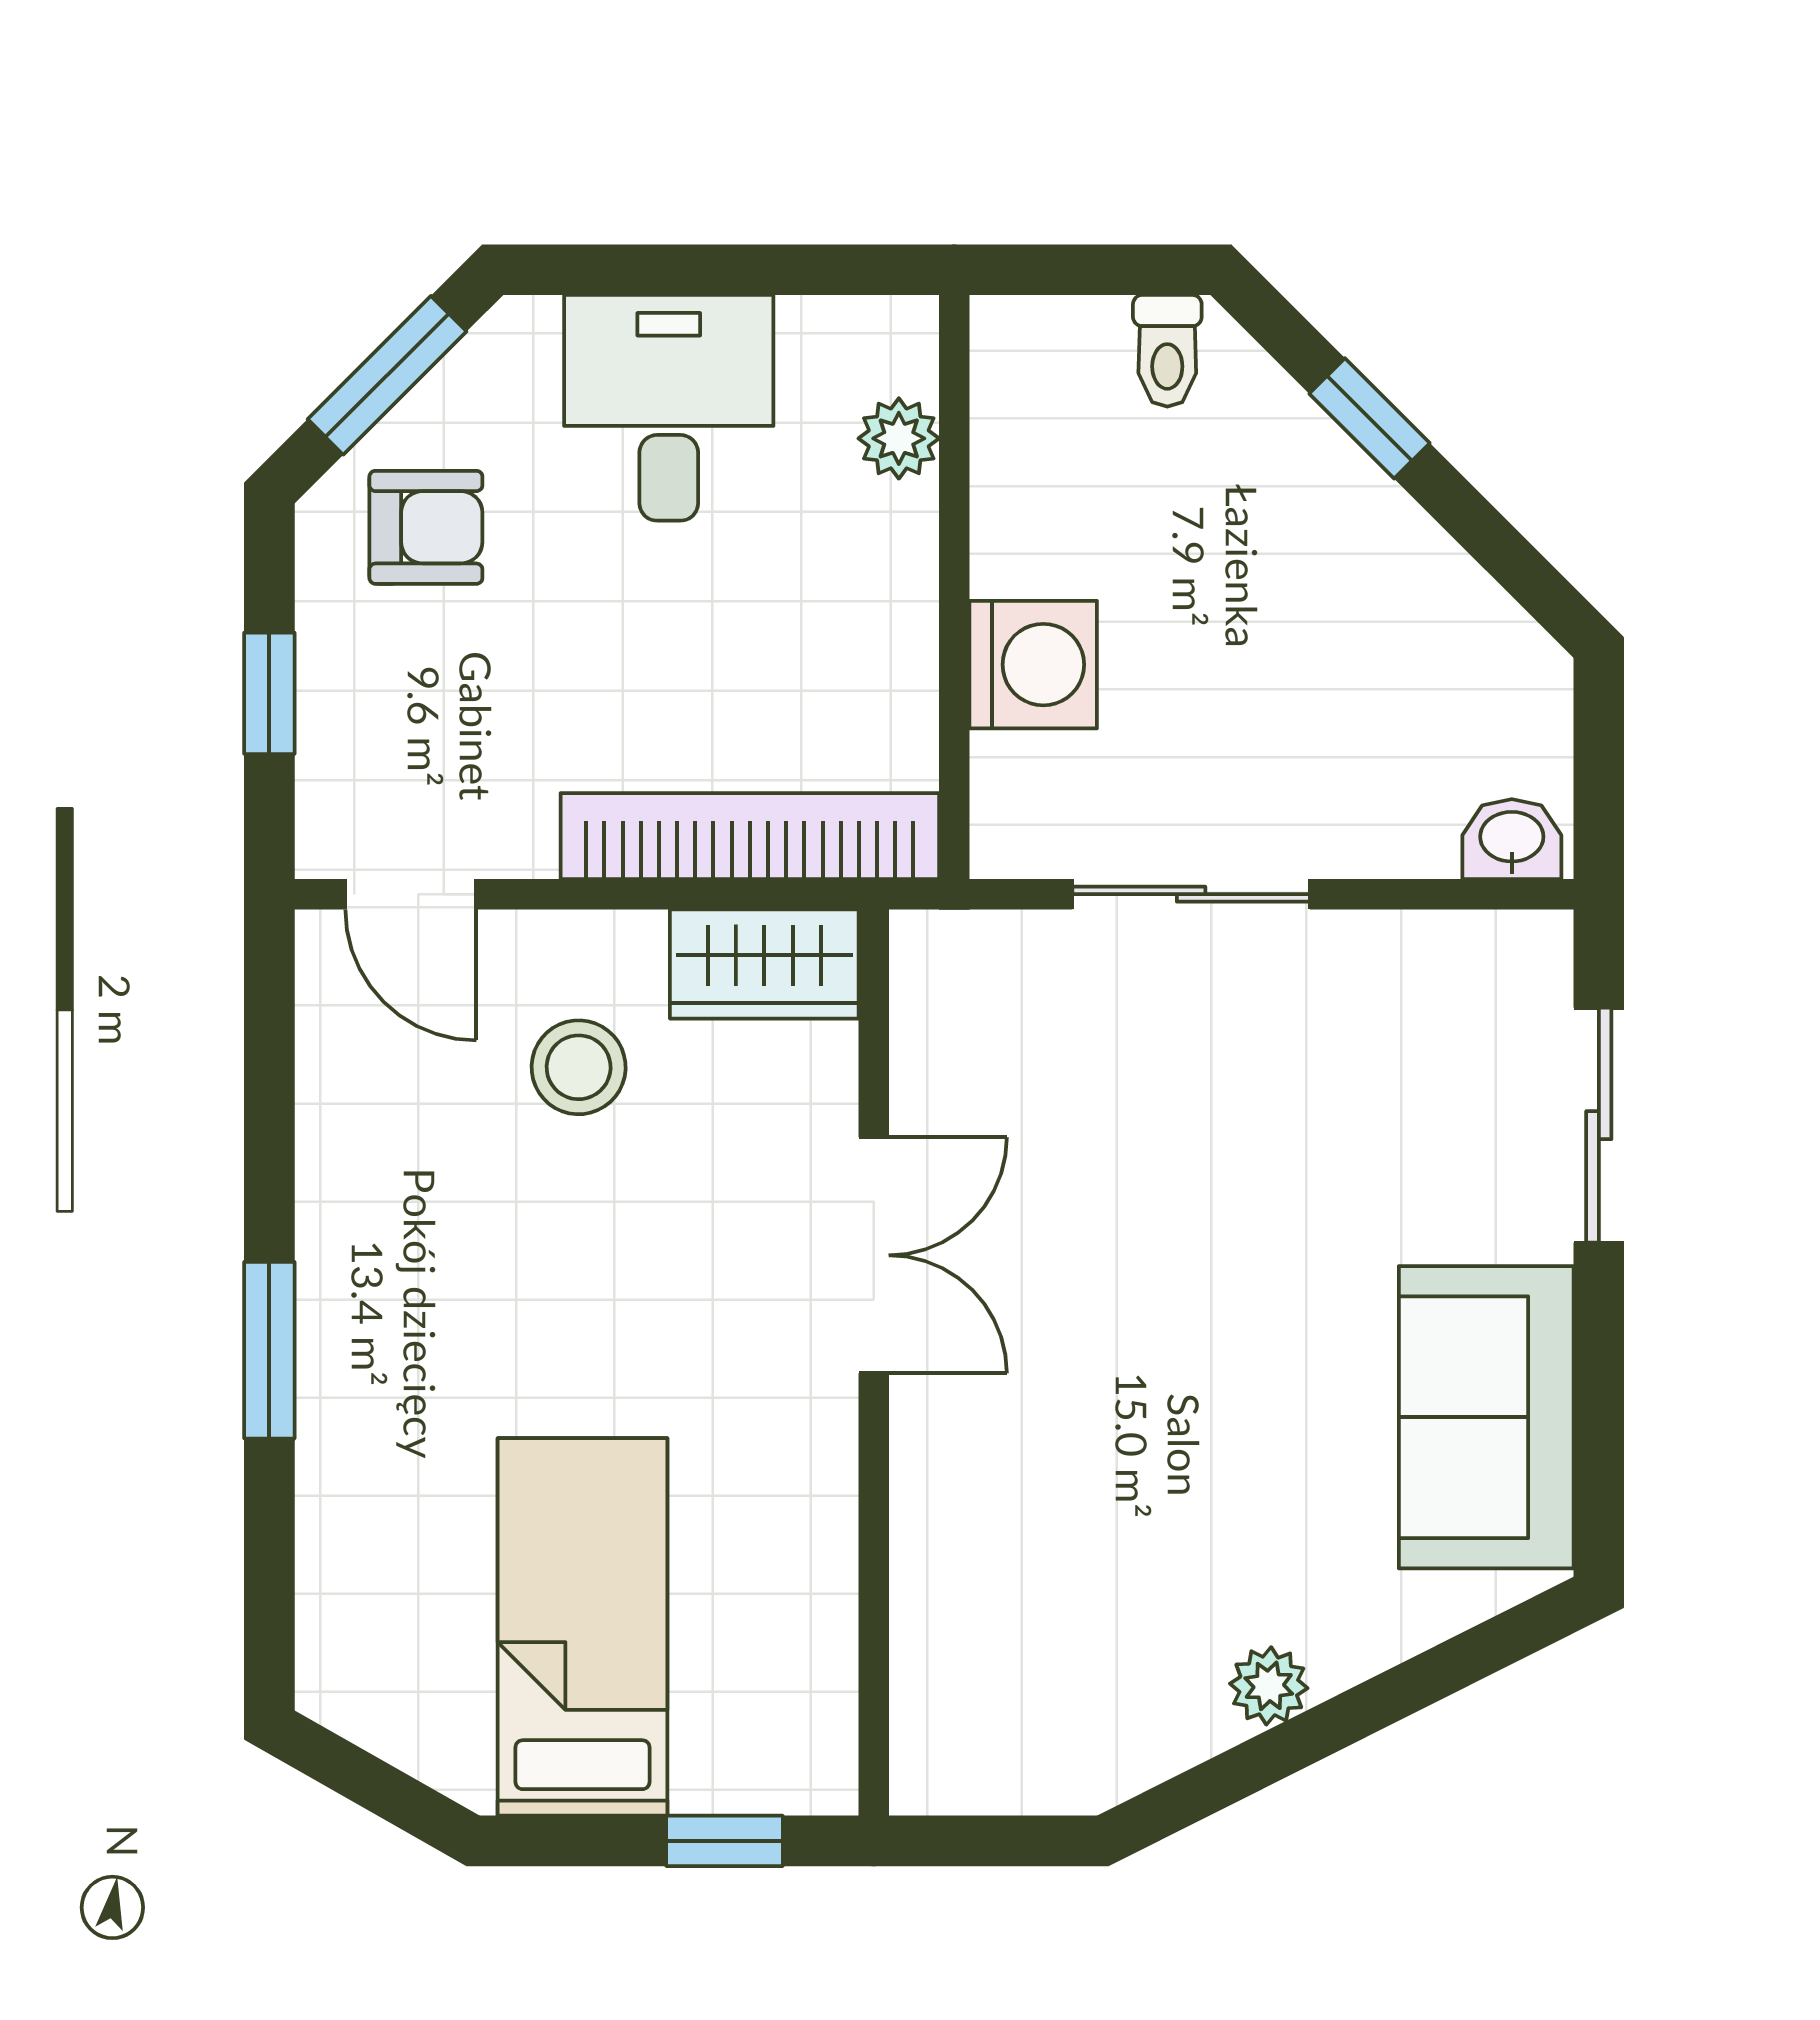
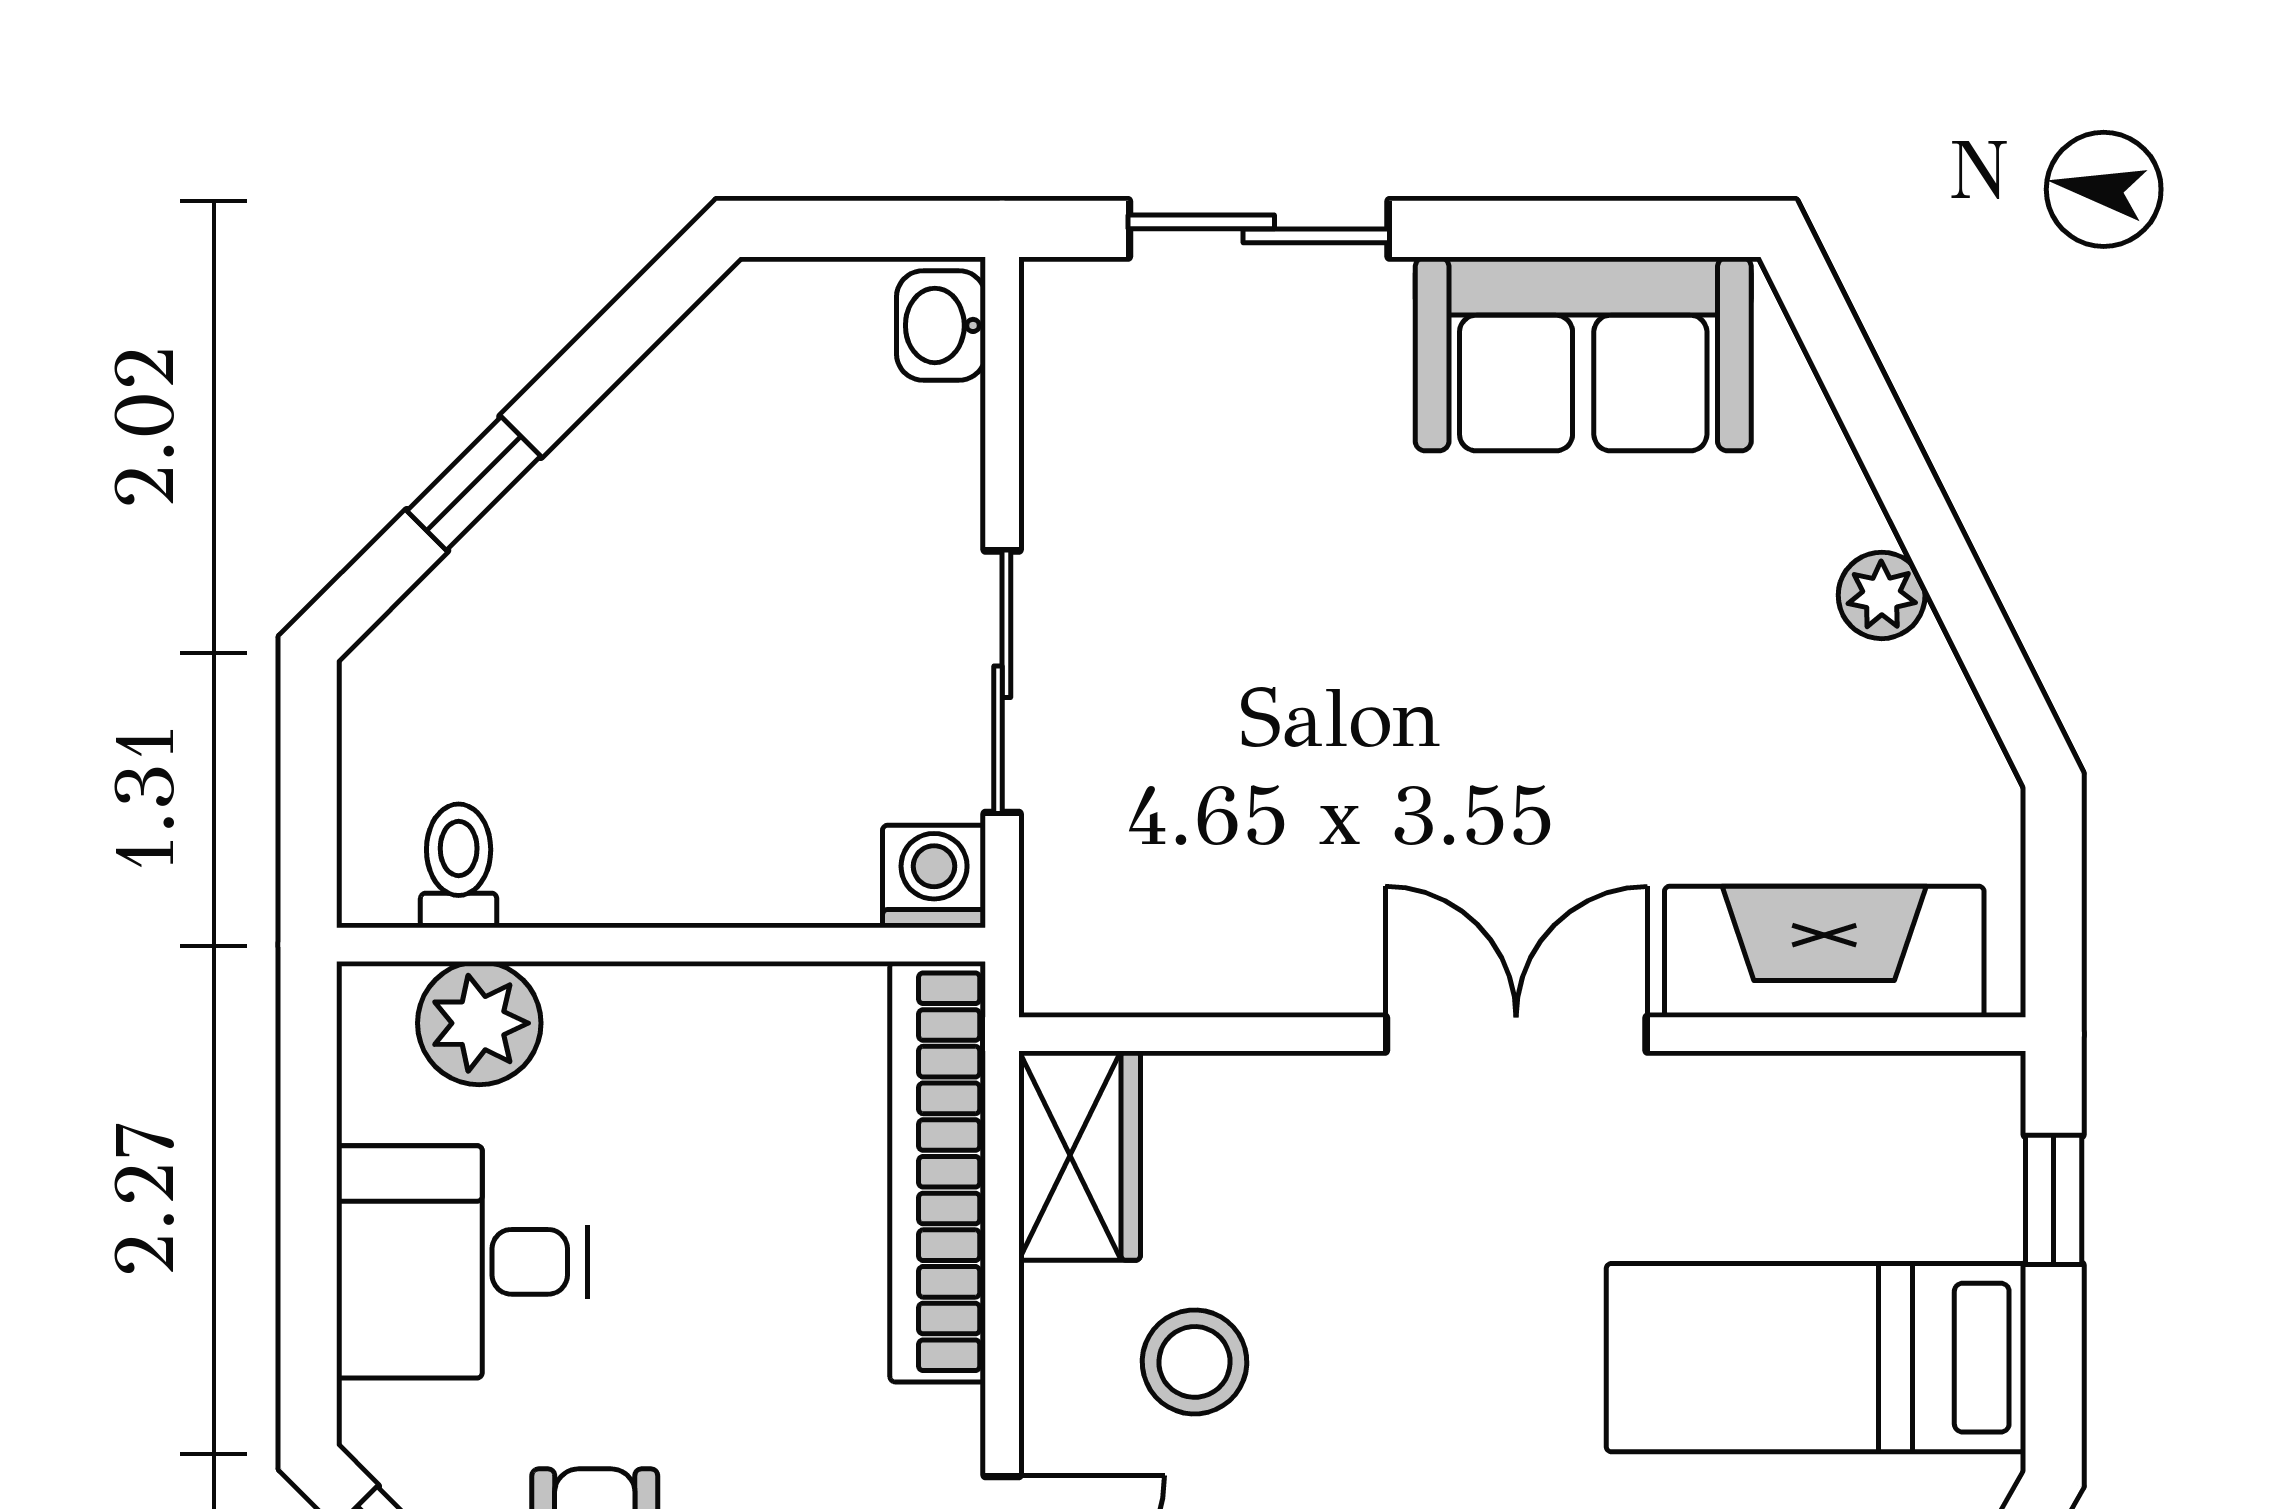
toilet: (1167, 351) -> (459, 866), moved, turned -90
plant: (899, 438) -> (479, 1023), width x1.38, depth x1.38
washing machine: (1033, 665) -> (934, 877), moved, width x0.73, depth x0.73
double door: (874, 1255) -> (1516, 1034), moved
fireplace: (948, 1634) -> (1824, 952), added

